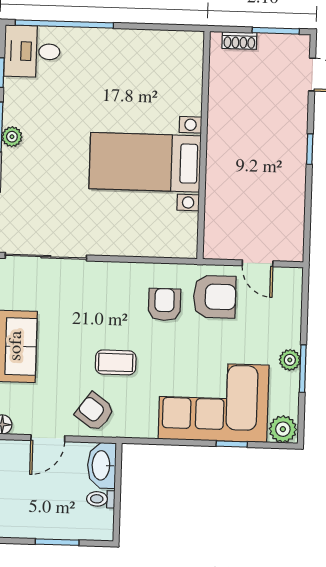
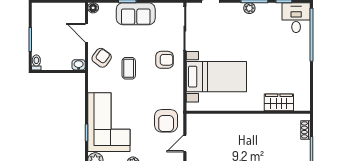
wardrobe: (187, 88) -> (279, 102), added
bed with nightstands: (145, 162) -> (216, 77), moved, turned 90
armchair: (164, 305) -> (164, 60), moved
washbasin: (102, 465) -> (79, 65), width x0.52, depth x0.69
toilet: (101, 499) -> (36, 62), moved

